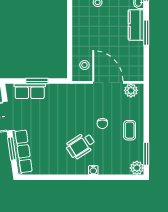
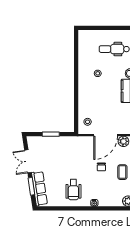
door: (108, 82) -> (106, 135), swing flipped
row of seats: (30, 91) -> (45, 142), removed
wheelchair: (81, 146) -> (73, 190), moved, turned -57

